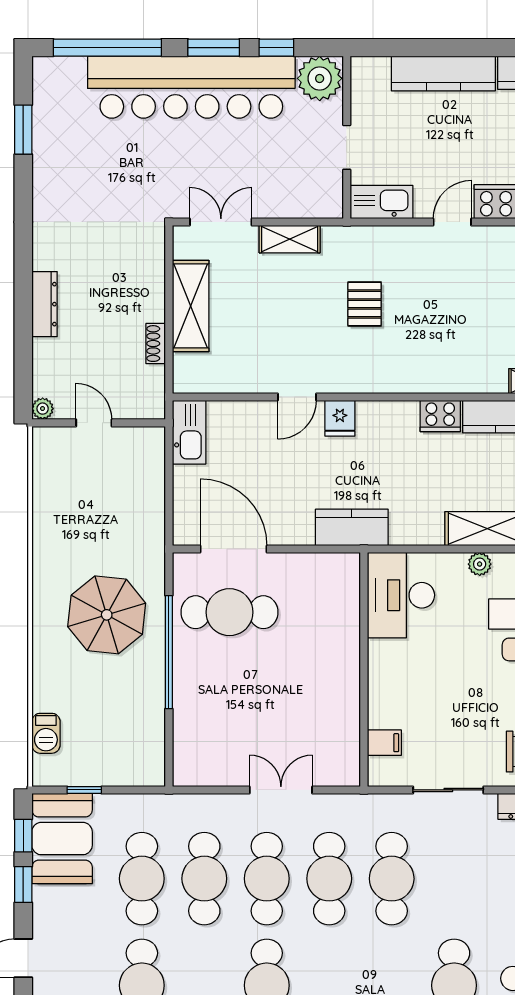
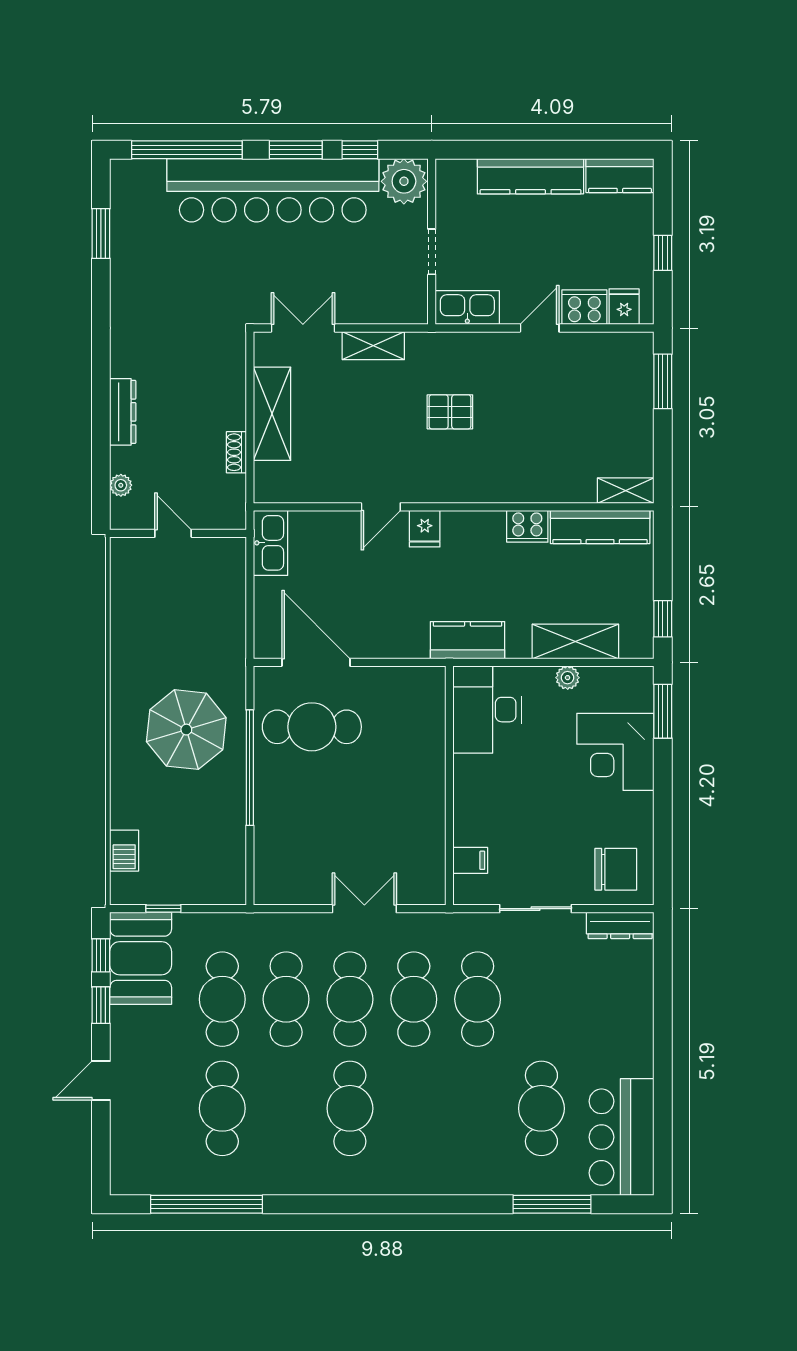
pallet: (365, 304) -> (450, 412), turned 90
plant: (43, 409) -> (121, 485), moved
kitchen counter: (352, 527) -> (467, 640), moved

